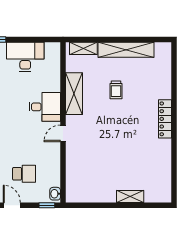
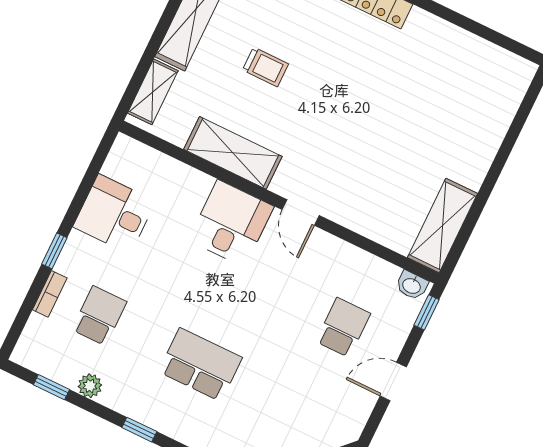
desk: (25, 57) -> (114, 214), width x0.73
shelving: (130, 196) -> (442, 226), moved, width x1.50, depth x1.33

